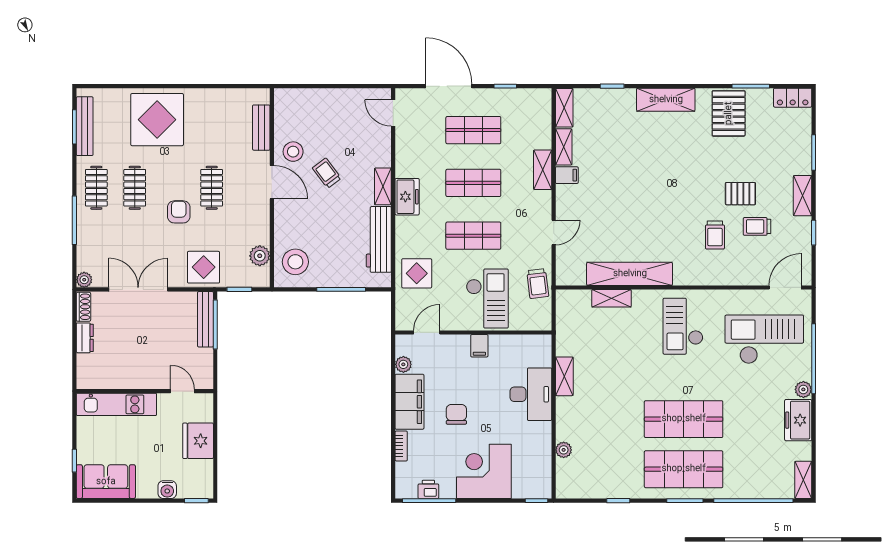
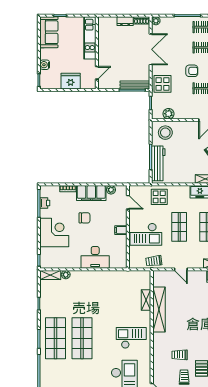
workbench: (379, 239) -> (158, 163), moved, turned 90
shelving: (564, 376) -> (50, 275), moved

